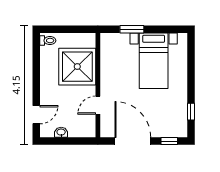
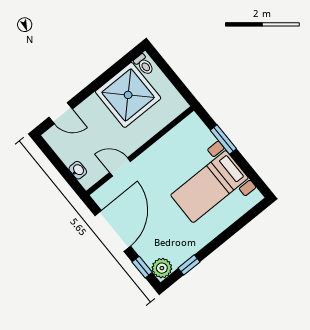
shower: (77, 67) -> (128, 95), moved
plant: (180, 130) -> (162, 268), added
washbasin: (61, 132) -> (78, 170), moved

